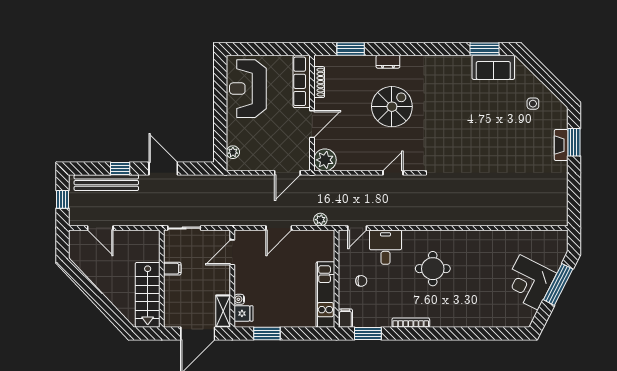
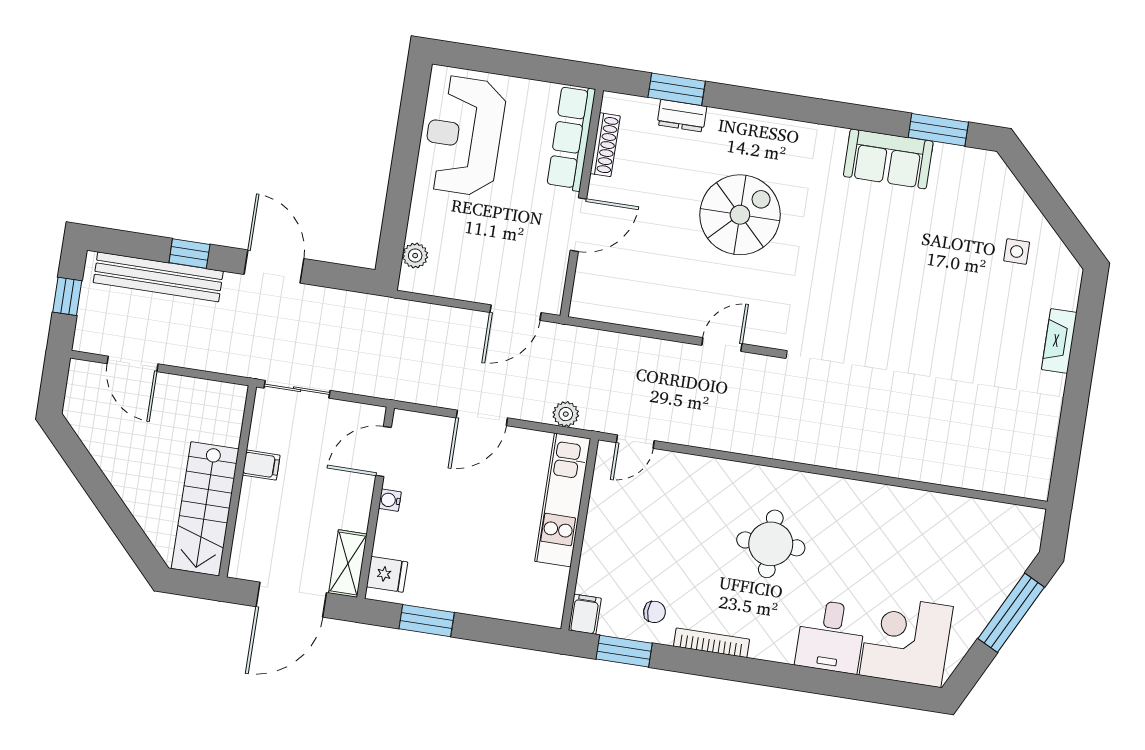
dresser: (388, 62) -> (682, 116), moved
sofa: (493, 67) -> (888, 159), moved
window: (574, 142) -> (1085, 339), removed
plant: (325, 160) -> (593, 299), removed
desk: (385, 247) -> (831, 636), moved, turned 180
chair: (361, 281) -> (654, 612), moved
corner desk: (529, 282) -> (906, 641), moved, turned 63
kitchen unit: (325, 295) -> (563, 500), moved
water cooler: (239, 299) -> (390, 500), moved

